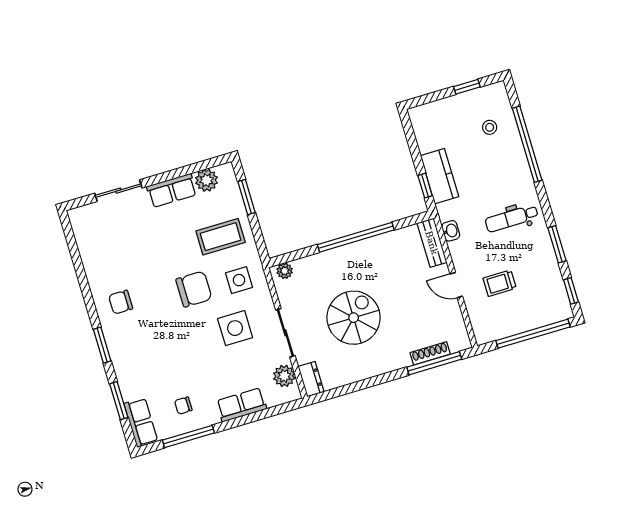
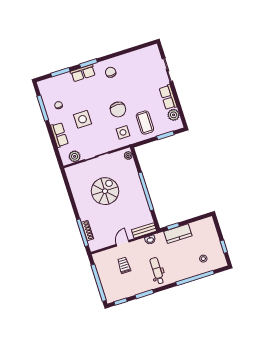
spiral stairs: (354, 318) -> (105, 191), turned -90
side table: (235, 328) -> (83, 119), moved
dresser: (311, 379) -> (73, 170), removed
row of seats: (141, 422) -> (83, 73), moved

